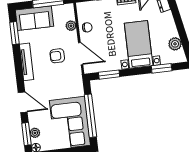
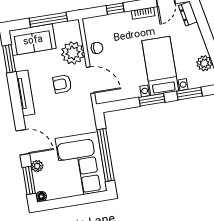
plant: (71, 26) -> (73, 53), width x1.87, depth x1.87
window: (109, 75) -> (152, 100), moved
plant: (35, 133) -> (37, 166), moved

